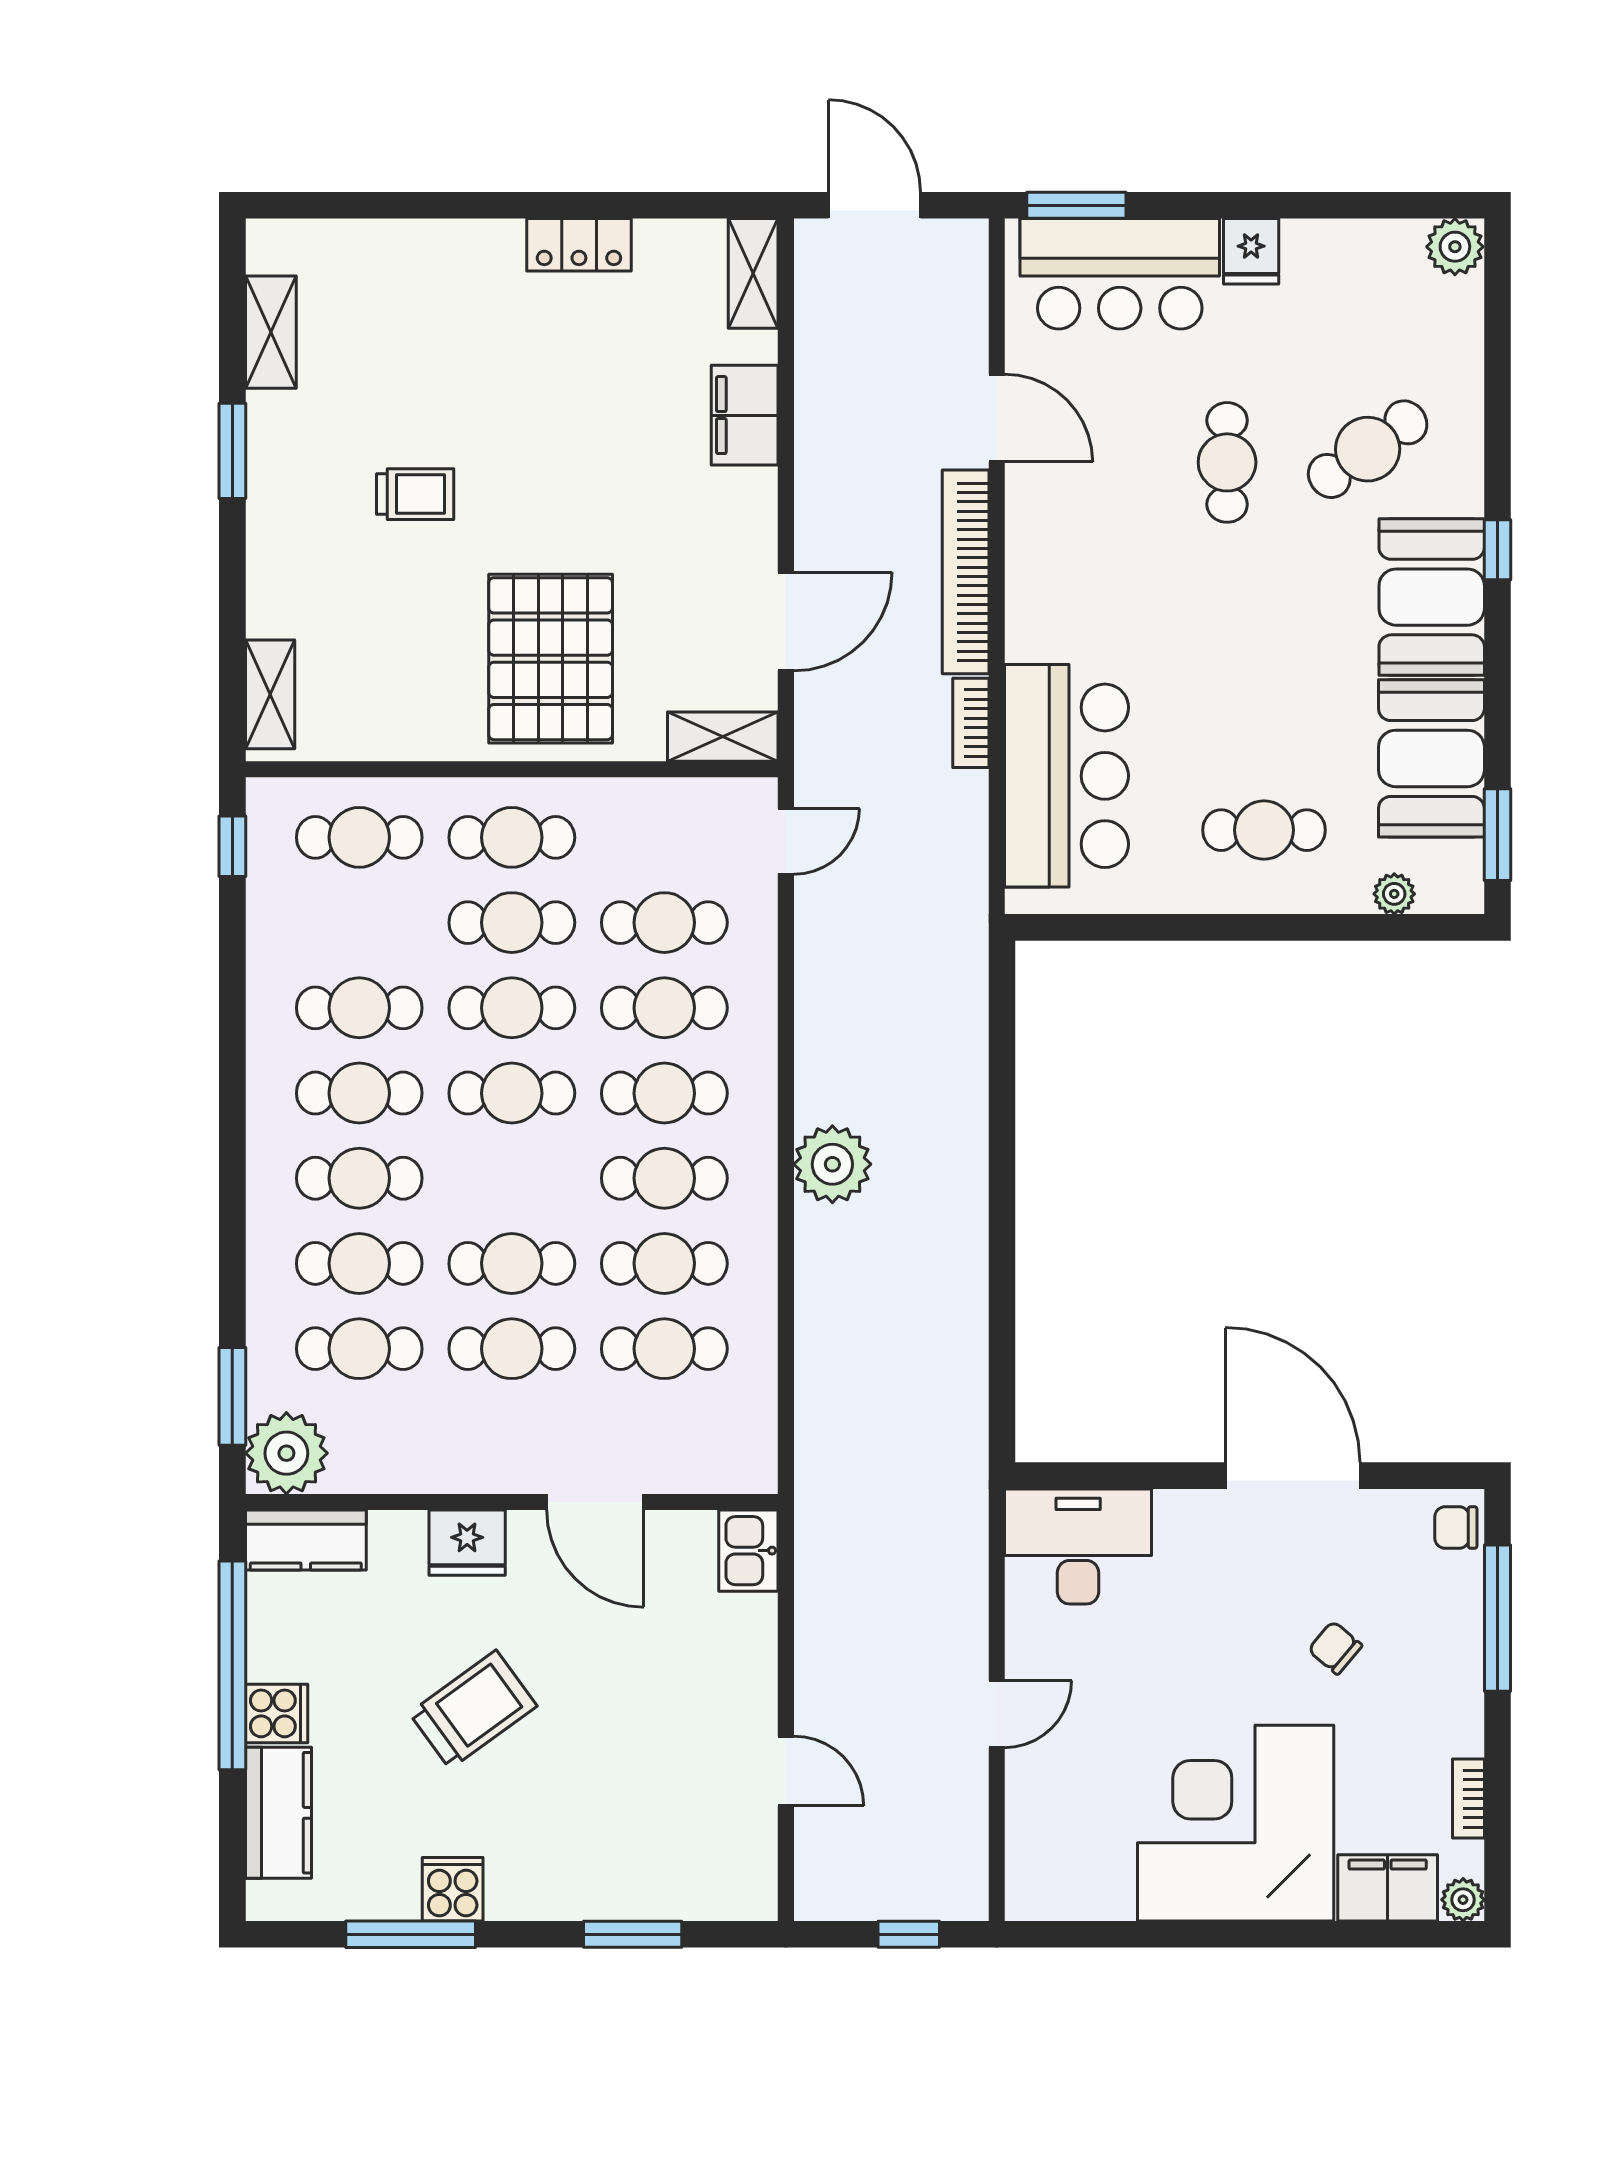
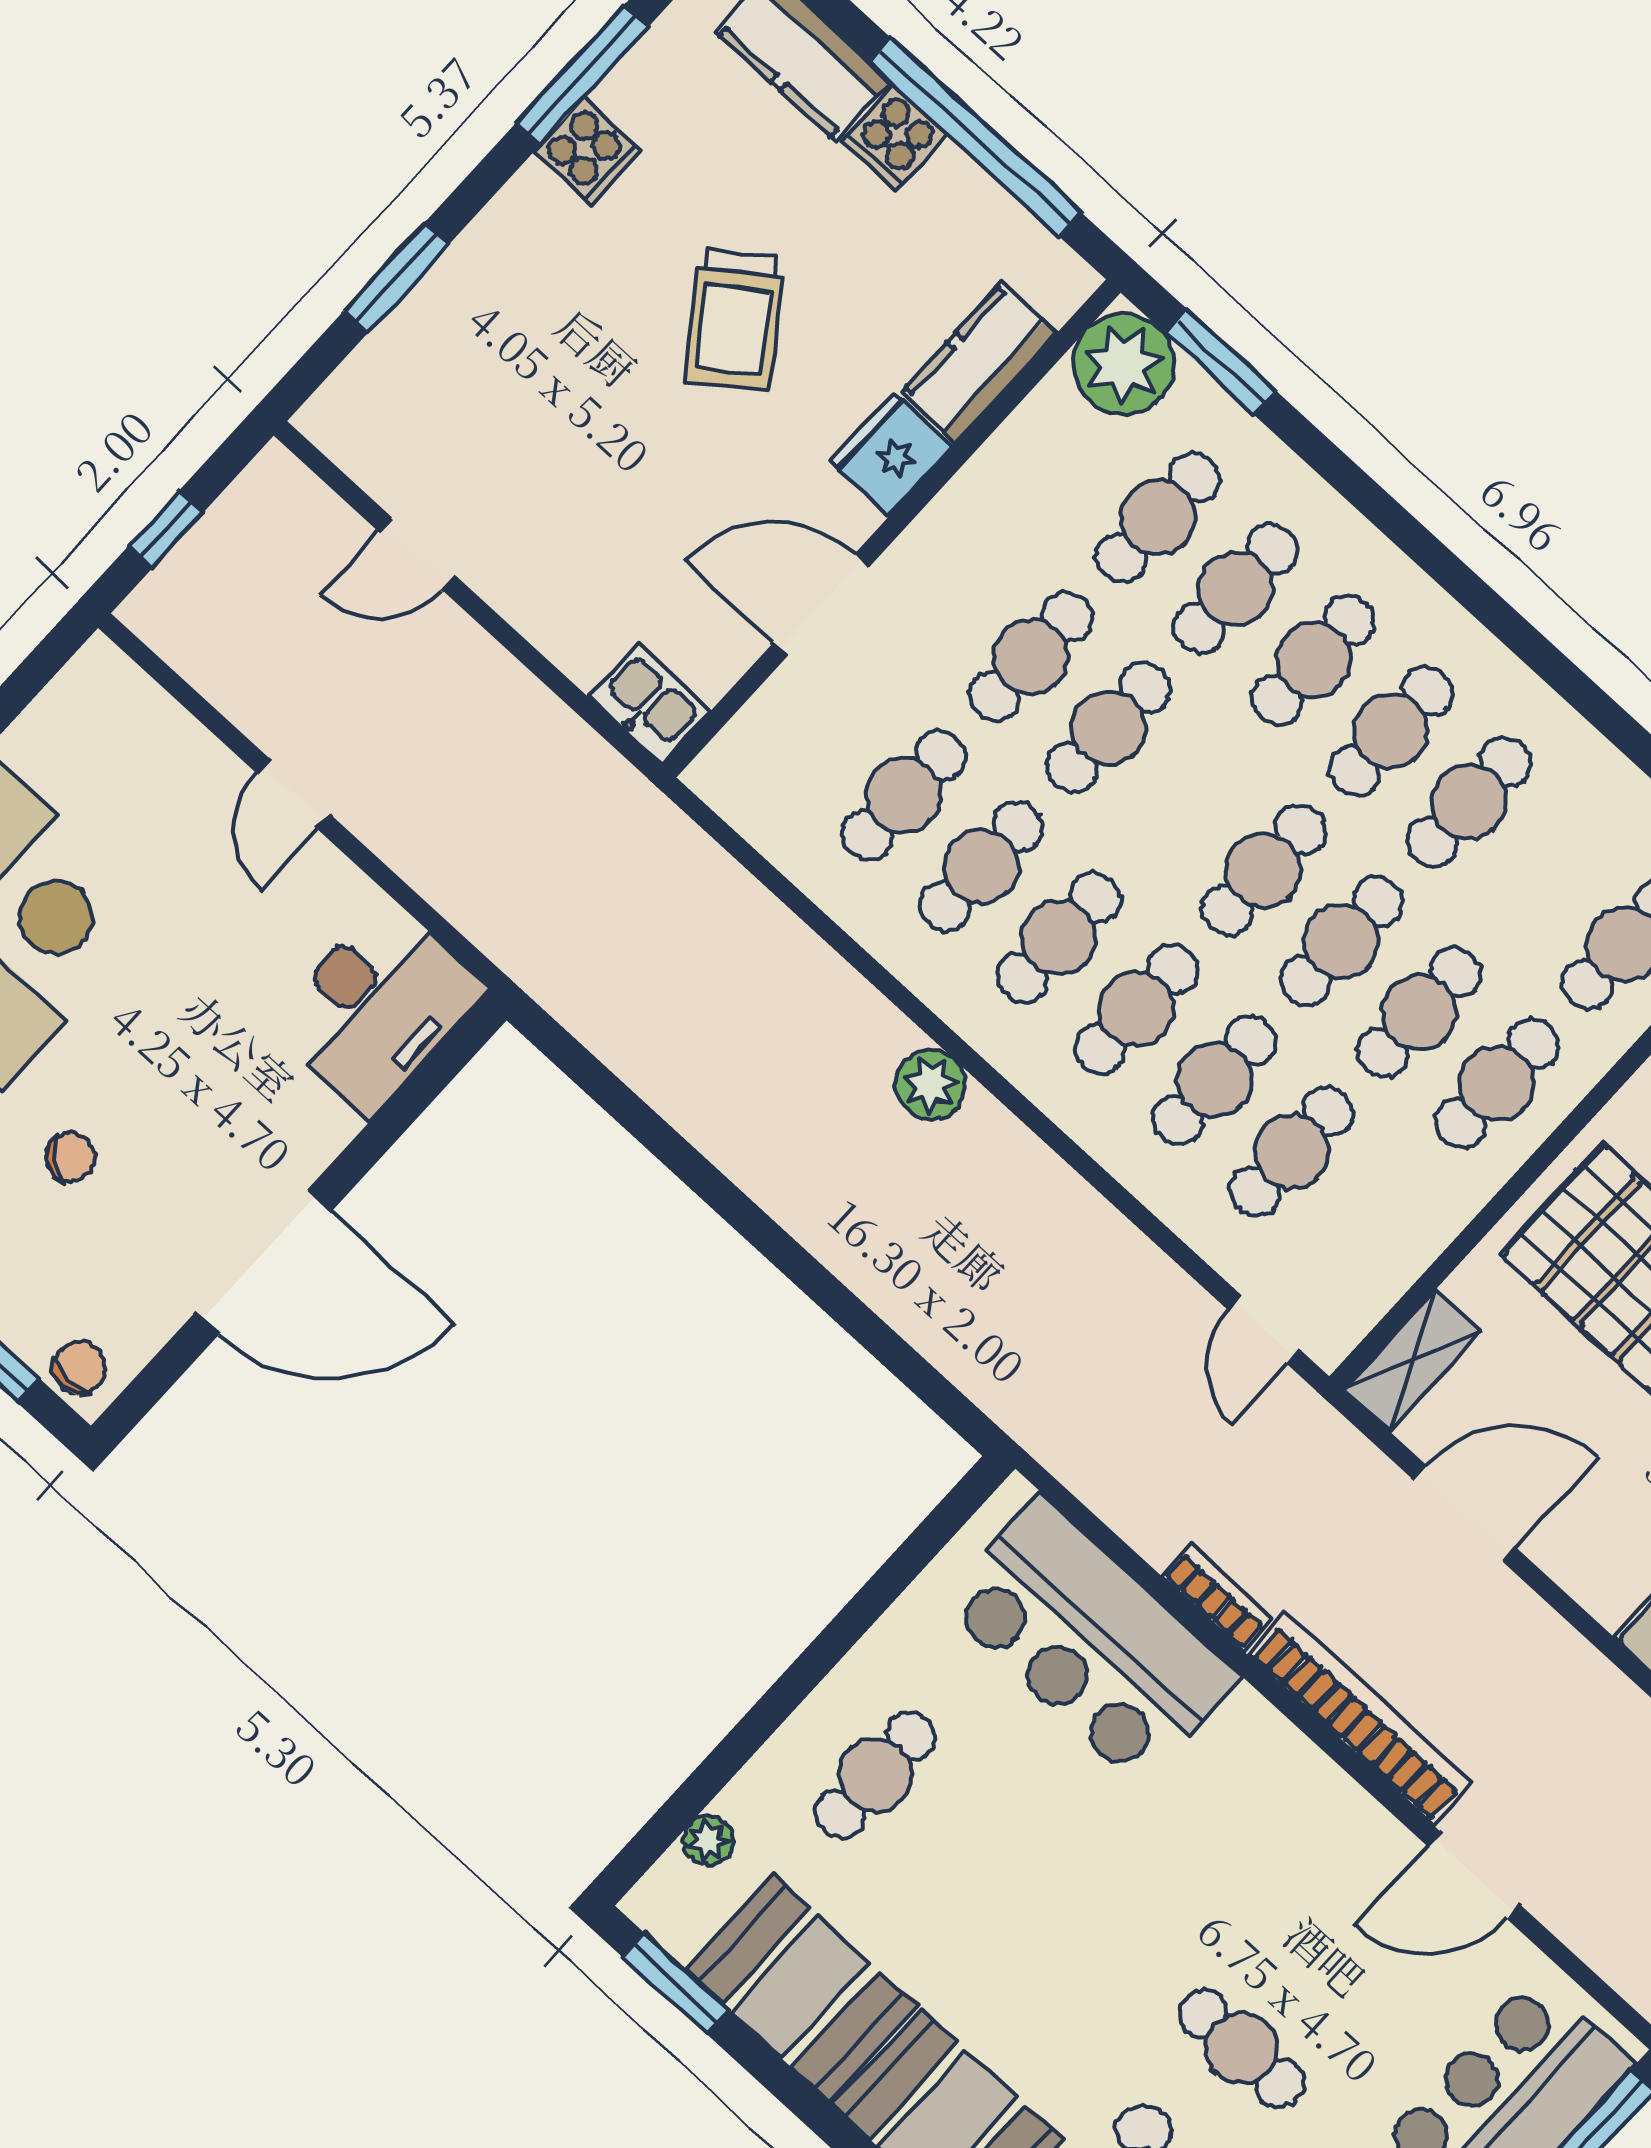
door: (786, 622) -> (1465, 1513), swing flipped
plant: (832, 1164) -> (930, 1085), width x0.73, depth x0.73
kitchen counter: (306, 1540) -> (979, 363), moved

